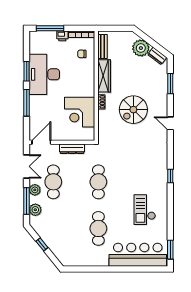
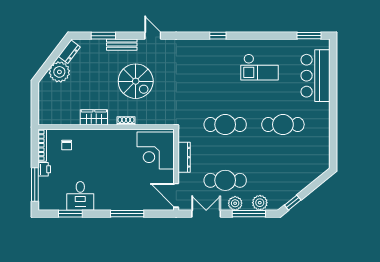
bench: (102, 47) -> (122, 45), moved
window: (27, 71) -> (70, 214), moved
desk: (44, 74) -> (80, 196), width x0.53, depth x0.77
wardrobe: (104, 76) -> (94, 117), width x0.67
corner desk: (80, 112) -> (156, 150), moved, turned 90
door: (170, 123) -> (153, 36), swing flipped
window: (42, 244) -> (293, 203), moved
bar counter: (138, 255) -> (316, 76), width x0.73

